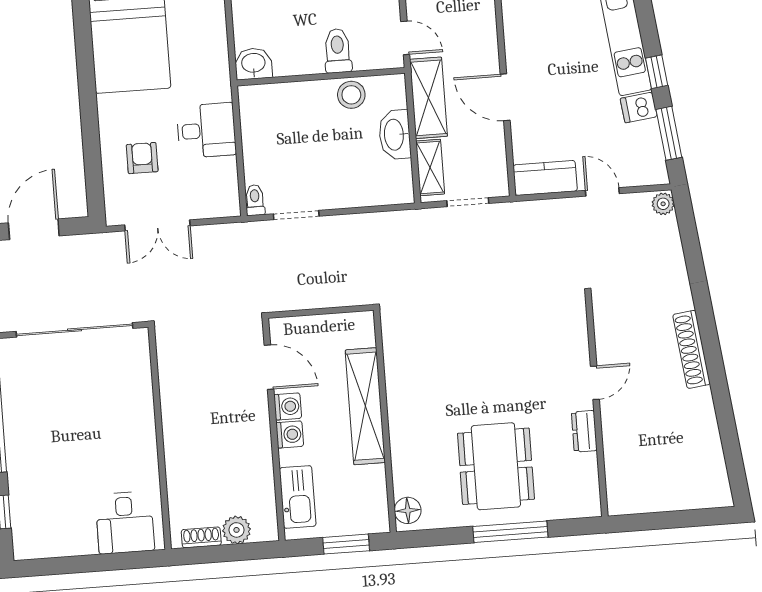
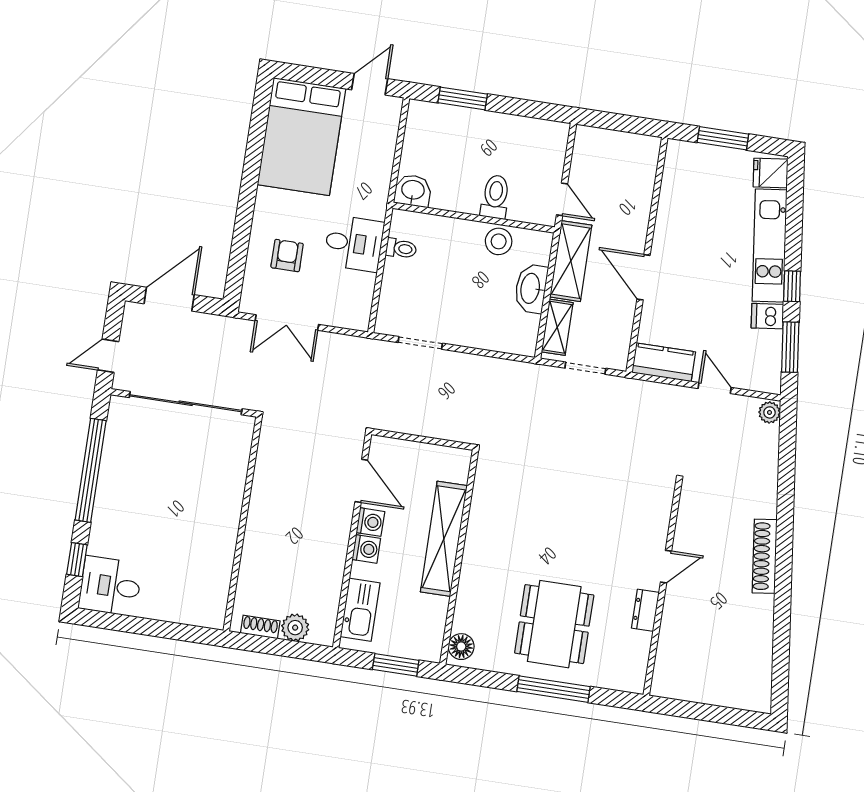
toilet: (255, 200) -> (401, 248), moved, turned 90
desk: (125, 523) -> (110, 586), moved, turned 90

